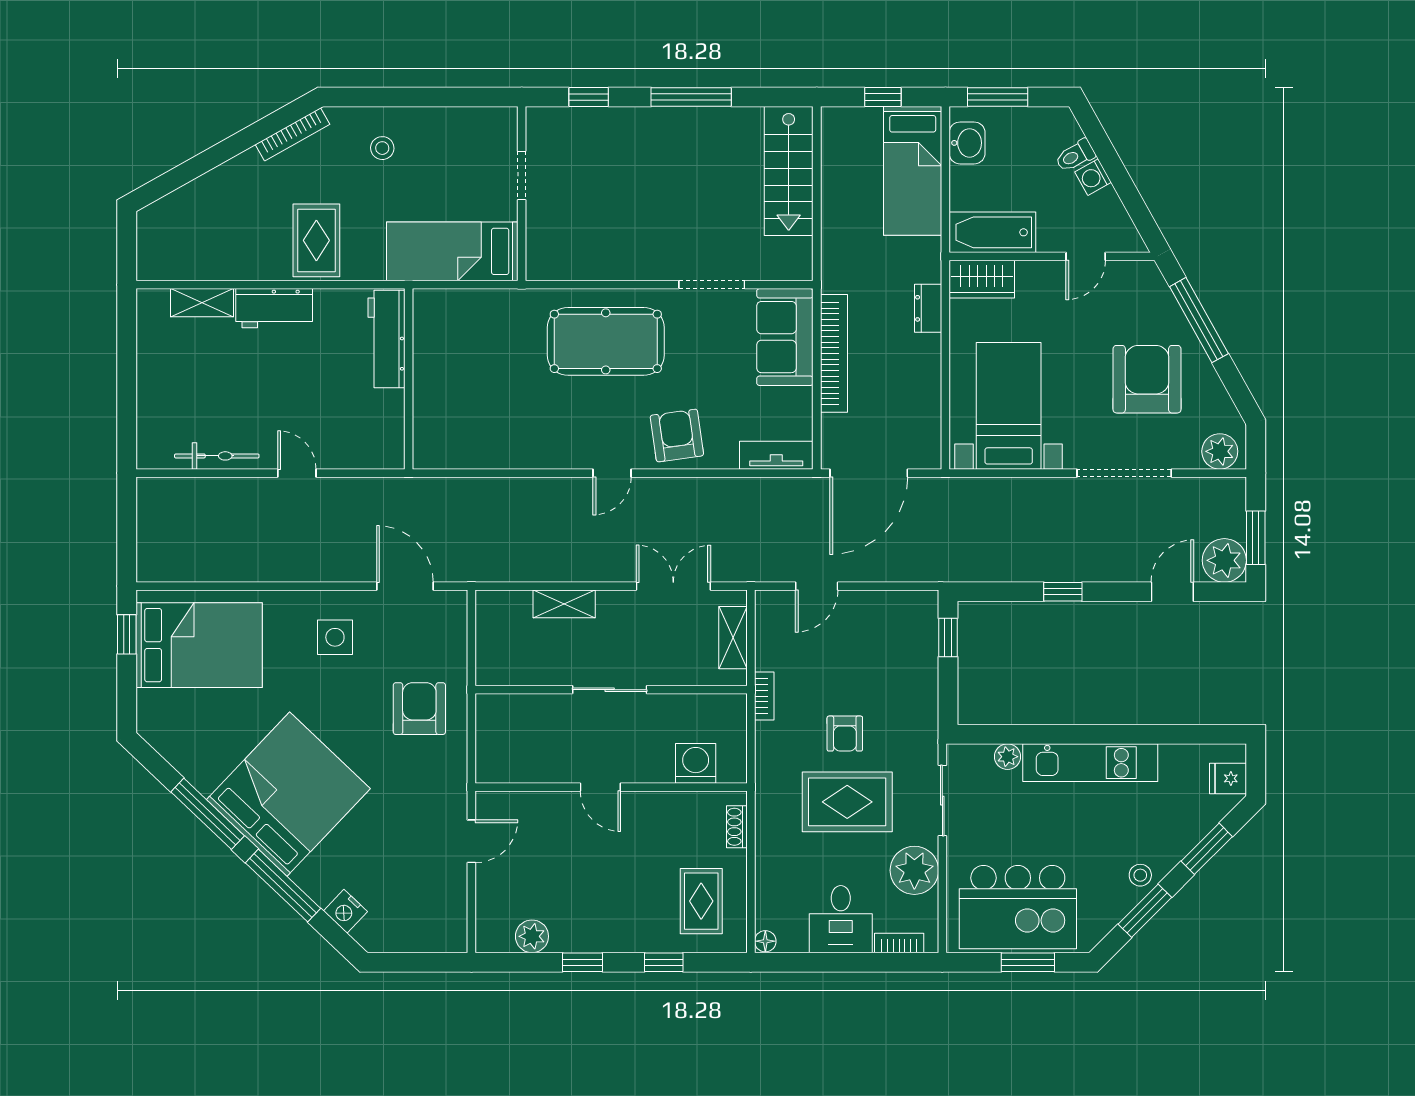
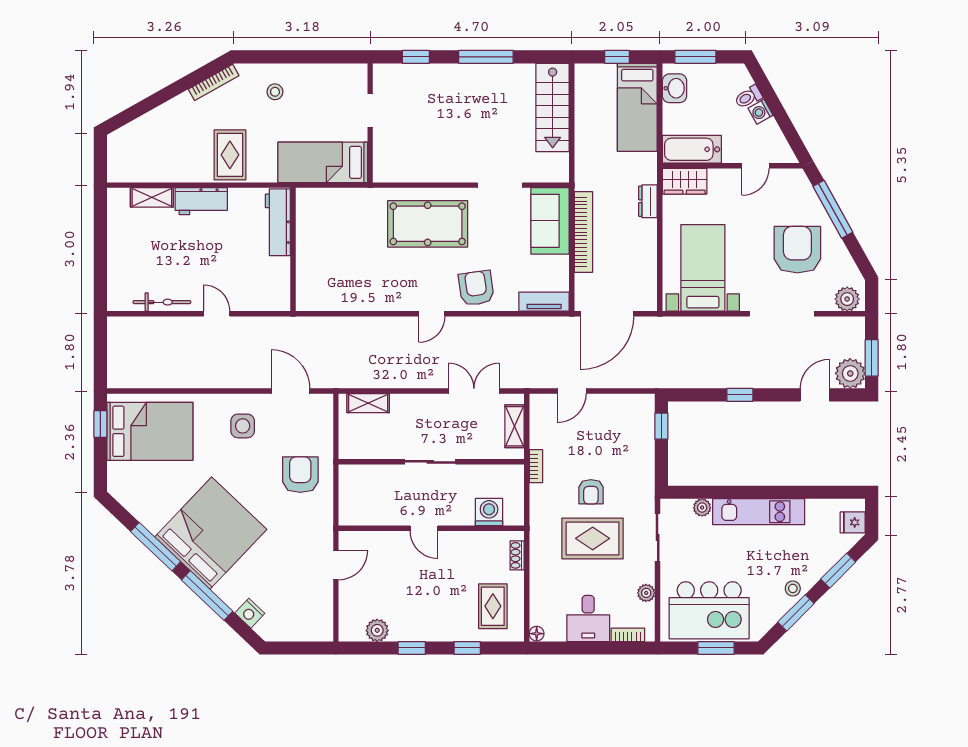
shelving: (564, 604) -> (368, 403), moved
plant: (914, 870) -> (646, 593), width x0.53, depth x0.53

